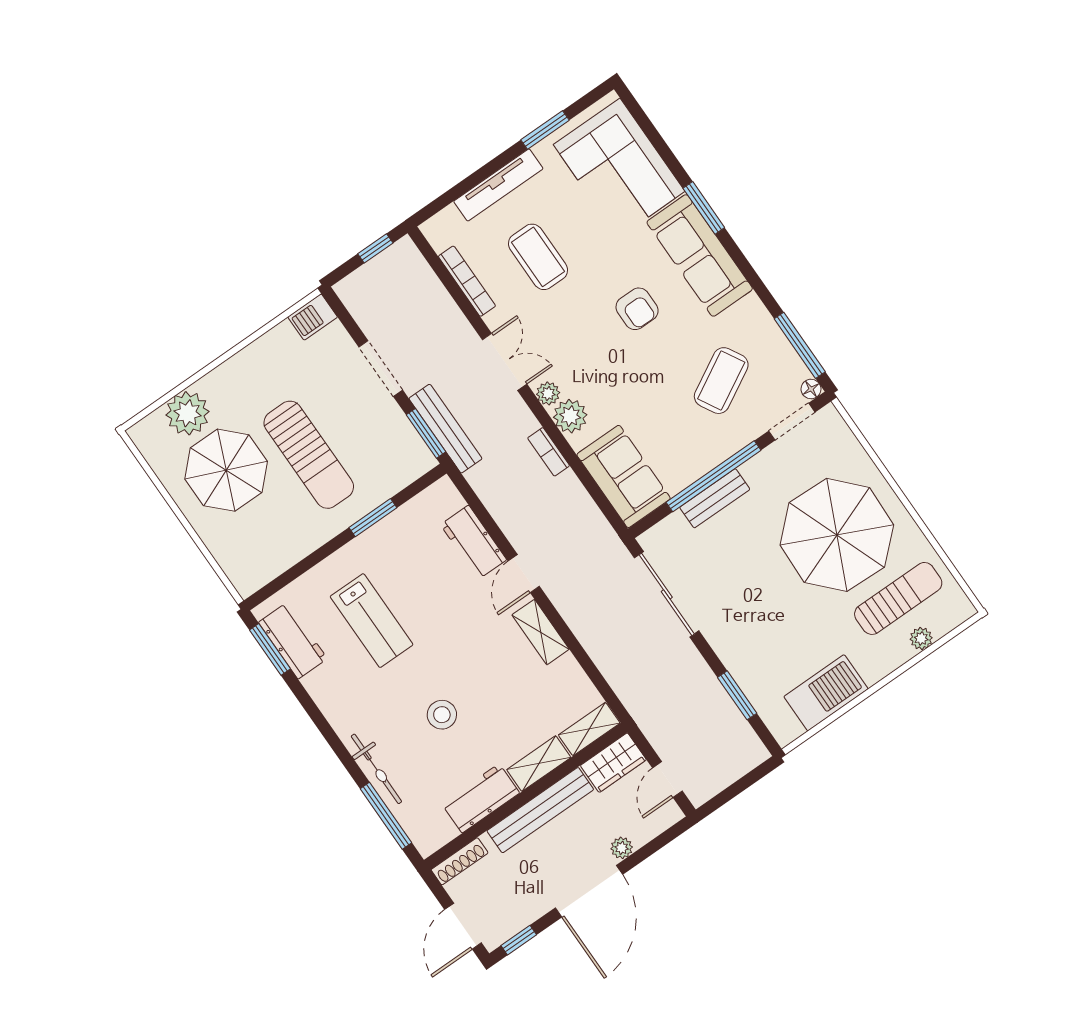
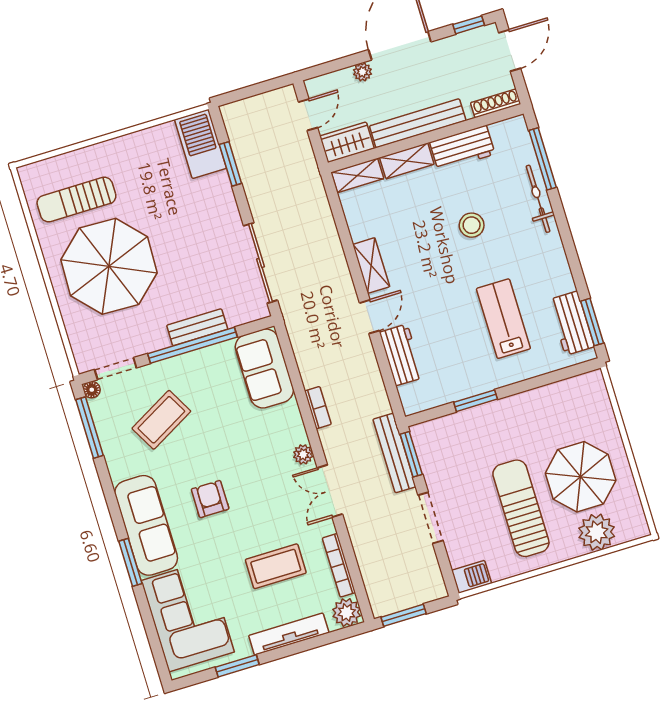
window: (375, 248) -> (404, 615), width x1.50
coffee table: (538, 257) -> (276, 566), turned 90
plant: (570, 416) -> (347, 613), moved
sun lounger: (309, 455) -> (521, 508), moved
plant: (921, 638) -> (68, 162), removed
barbecue: (826, 693) -> (201, 144), moved, turned 90

